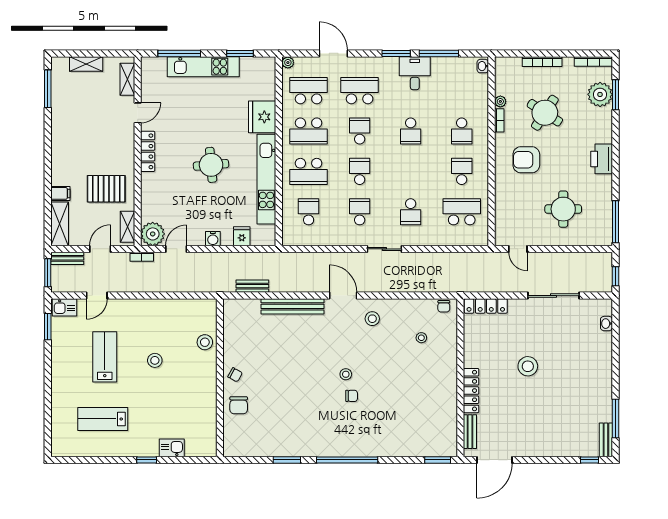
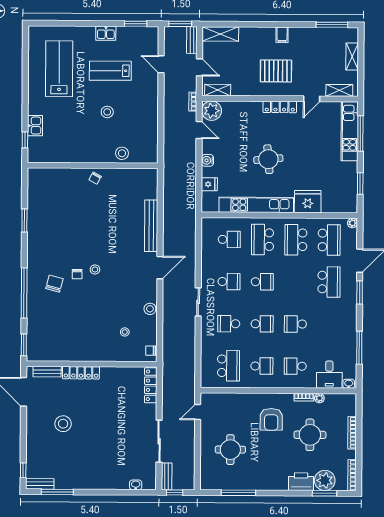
window: (396, 53) -> (360, 293), moved
kitchen unit: (203, 67) -> (350, 131), moved
desk: (415, 73) -> (329, 375), moved, turned 90
door: (138, 113) -> (312, 99), hinge flipped
round table: (545, 113) -> (310, 435), turned -33
school desk: (360, 131) -> (262, 324), moved
printer: (602, 159) -> (301, 482), moved
armchair: (526, 160) -> (271, 419), turned 180
pallet: (106, 189) -> (276, 71), moved, turned 90
filing cabinet: (60, 193) -> (282, 35), moved
window: (616, 222) -> (238, 493), moved
bench: (252, 286) -> (167, 476), moved
kitchen sink: (65, 307) -> (106, 33), moved, turned -90
stool: (372, 319) -> (150, 309), moved
lab bench: (105, 357) -> (110, 71), turned 180
stool: (528, 366) -> (63, 424), moved
chair: (239, 405) -> (54, 284), moved, turned 105
lab bench: (103, 419) -> (59, 69), width x1.36, depth x1.39
window: (147, 460) -> (25, 140), moved
window: (347, 460) -> (24, 293), moved

